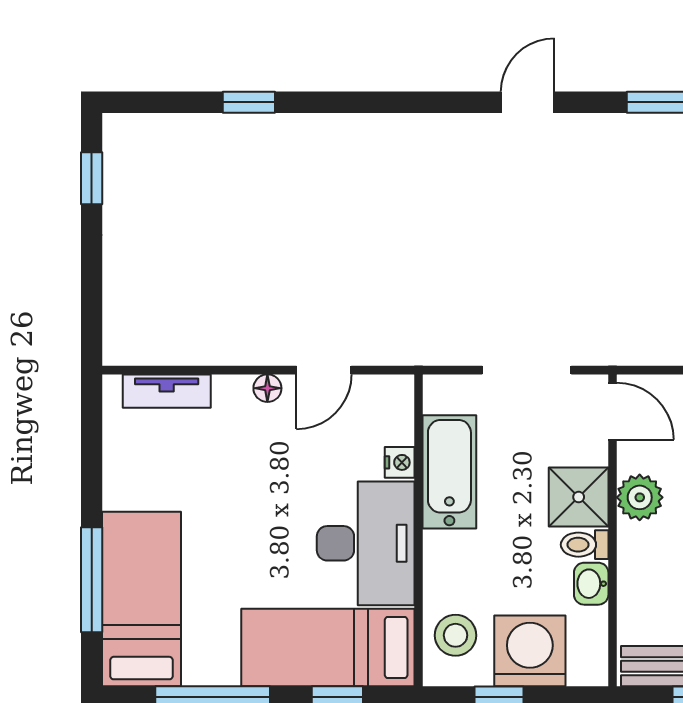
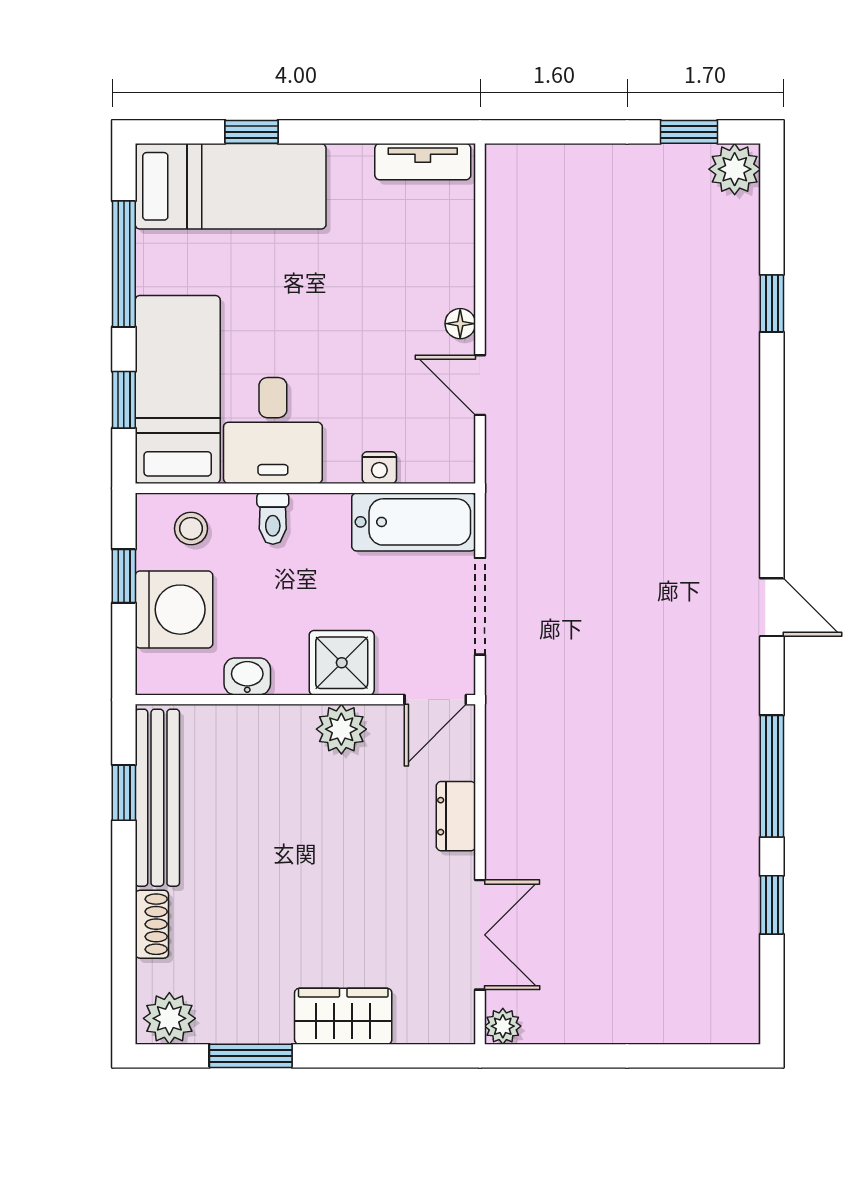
plant: (126, 136) -> (735, 169), added
tv unit: (167, 391) -> (423, 162), moved, turned -90
bathtub: (449, 472) -> (414, 522), moved
desk: (366, 543) -> (273, 431), width x0.73
toilet: (585, 545) -> (273, 519), moved, turned 180
window: (92, 580) -> (252, 132), width x0.46
stool: (456, 635) -> (191, 529), width x0.73, depth x0.73

